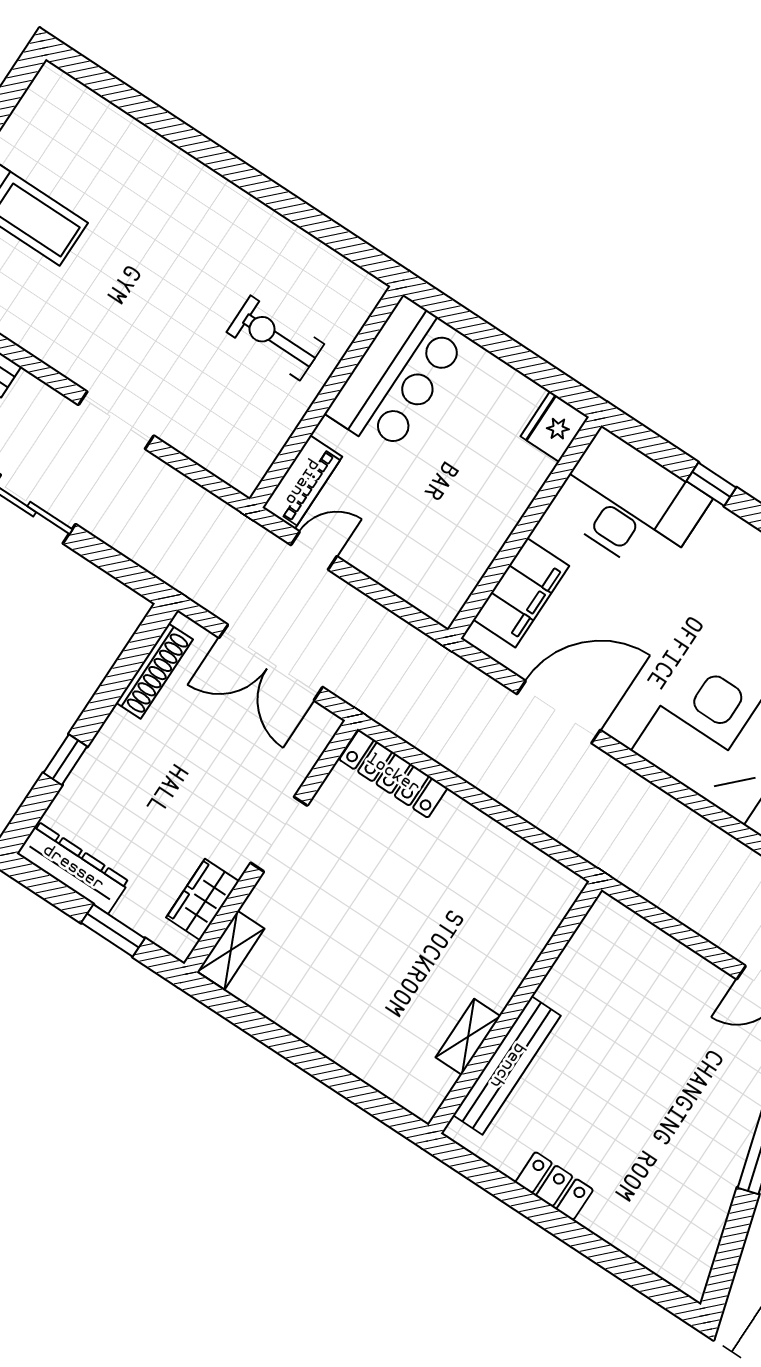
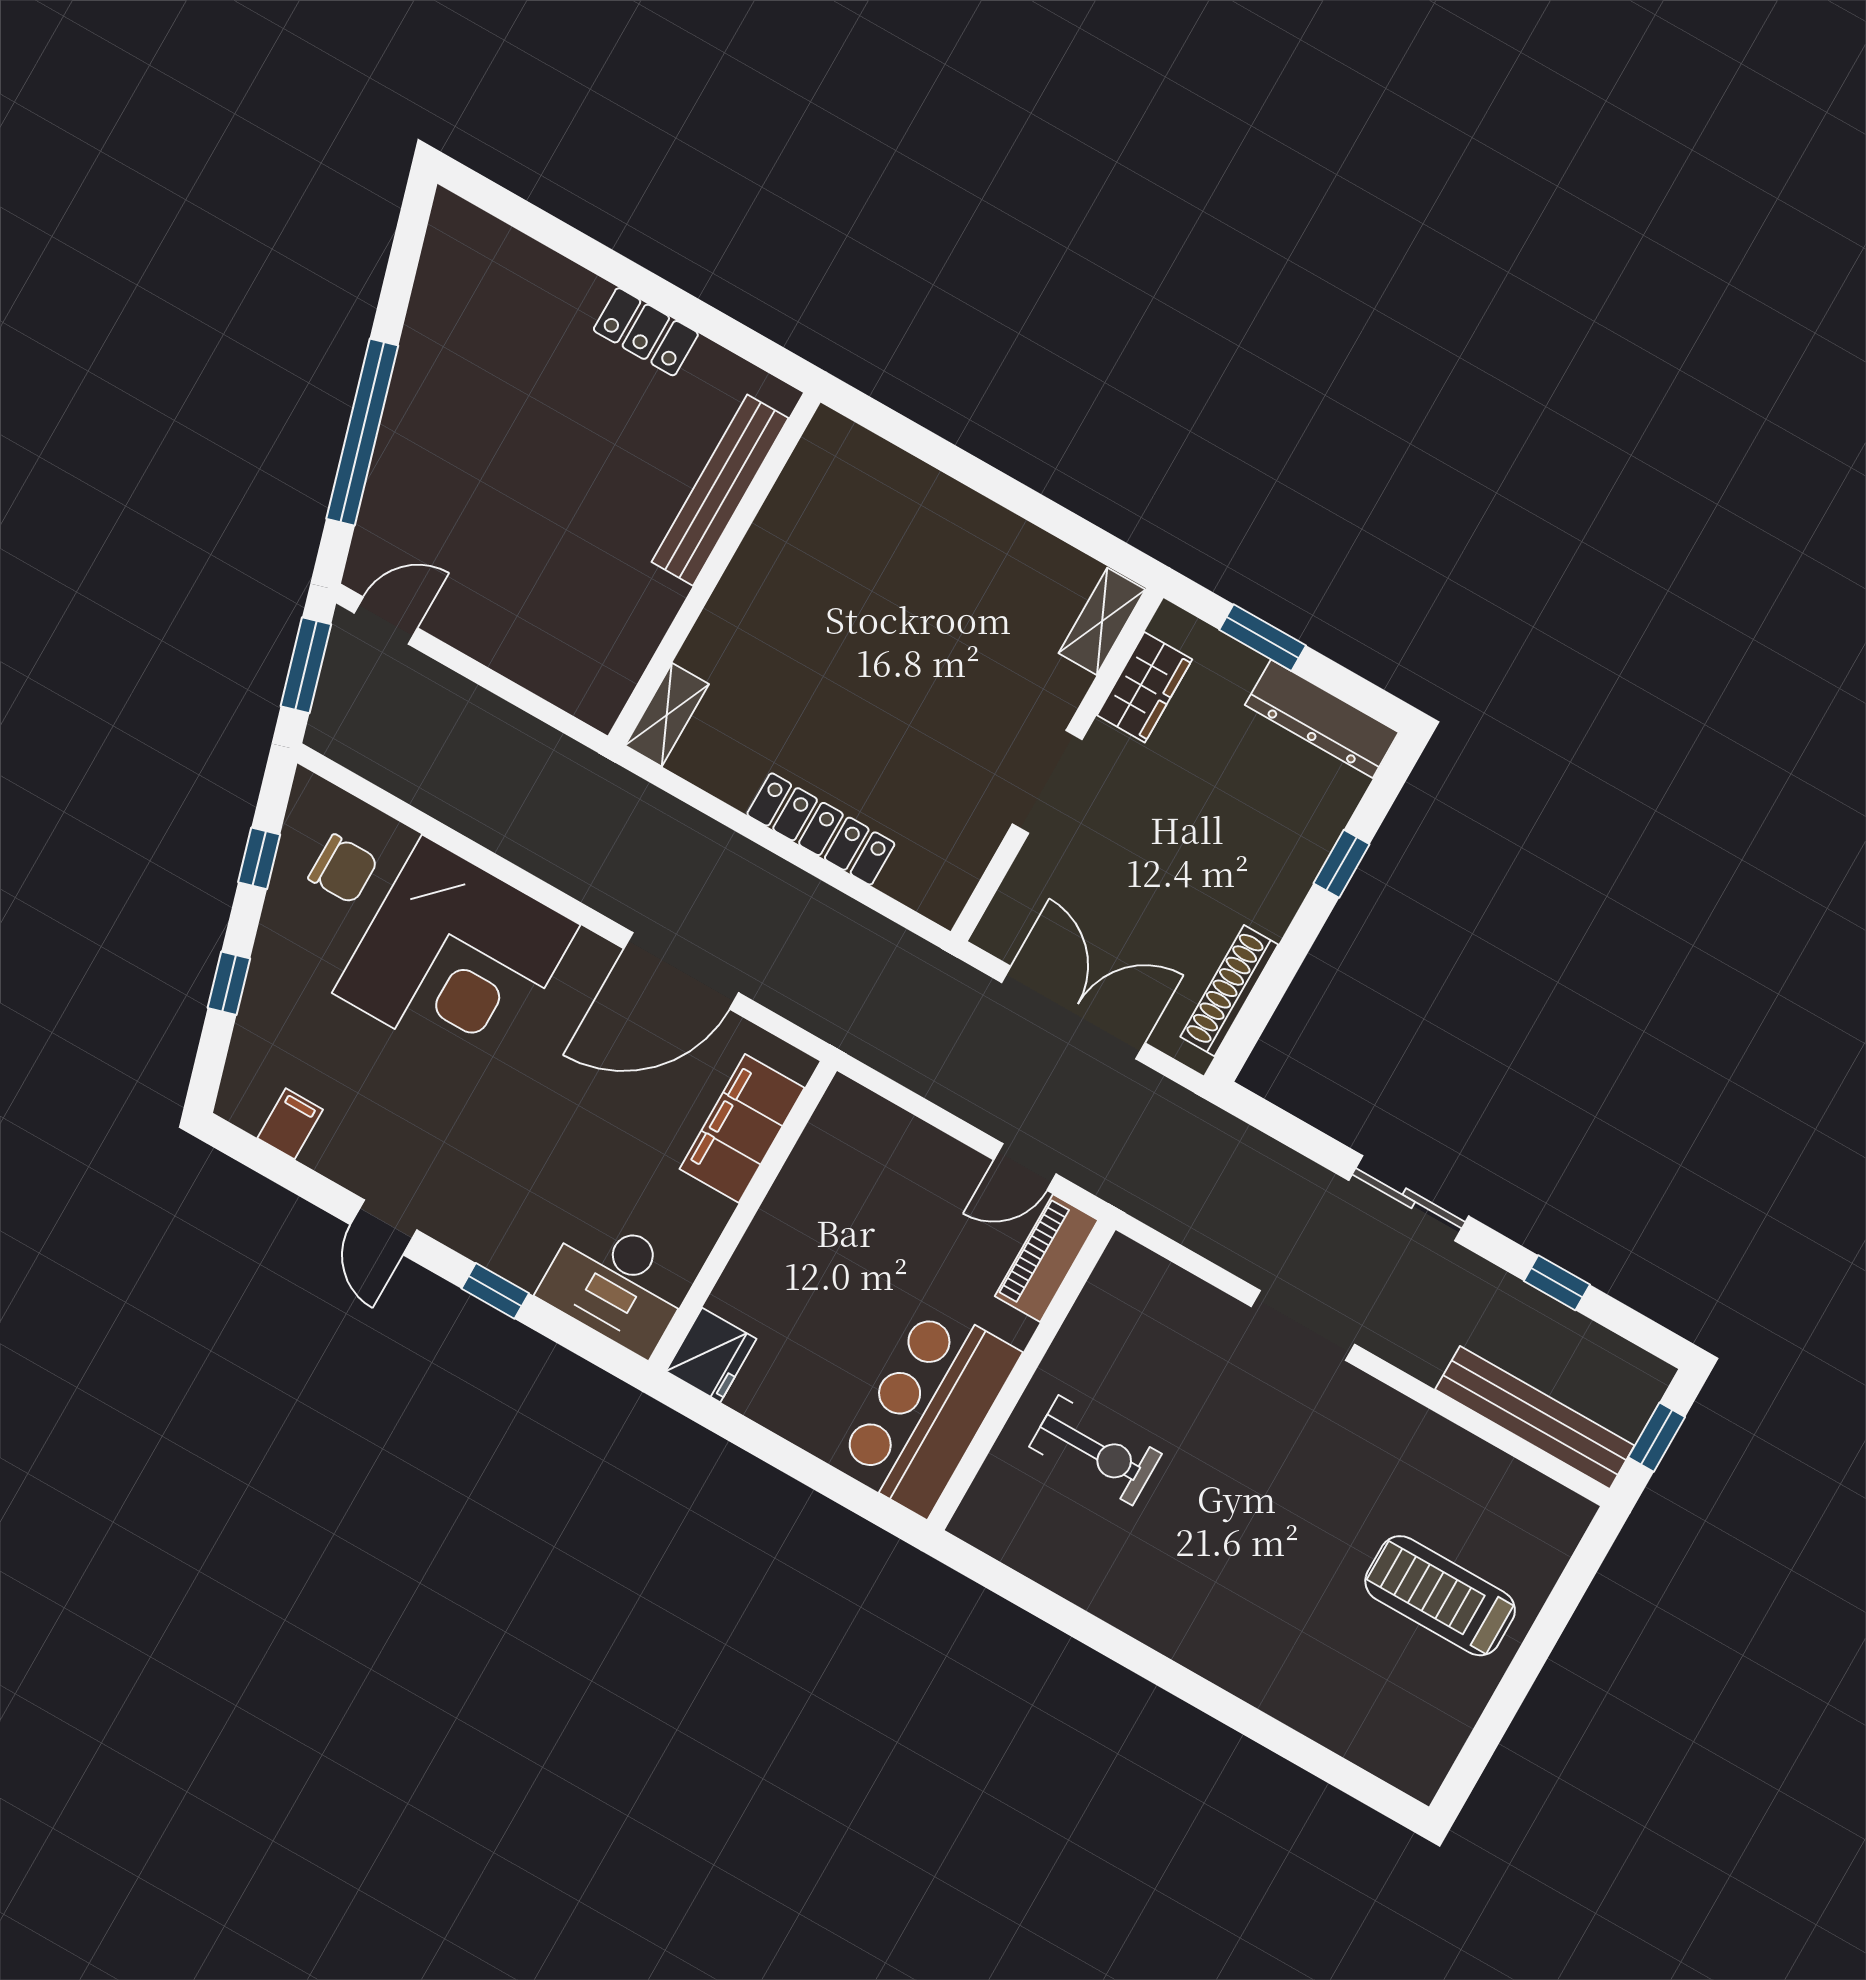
desk: (630, 504) -> (617, 1283), width x0.73, depth x0.77
locker: (393, 774) -> (821, 829), moved
shelving: (468, 1037) -> (667, 715), moved

